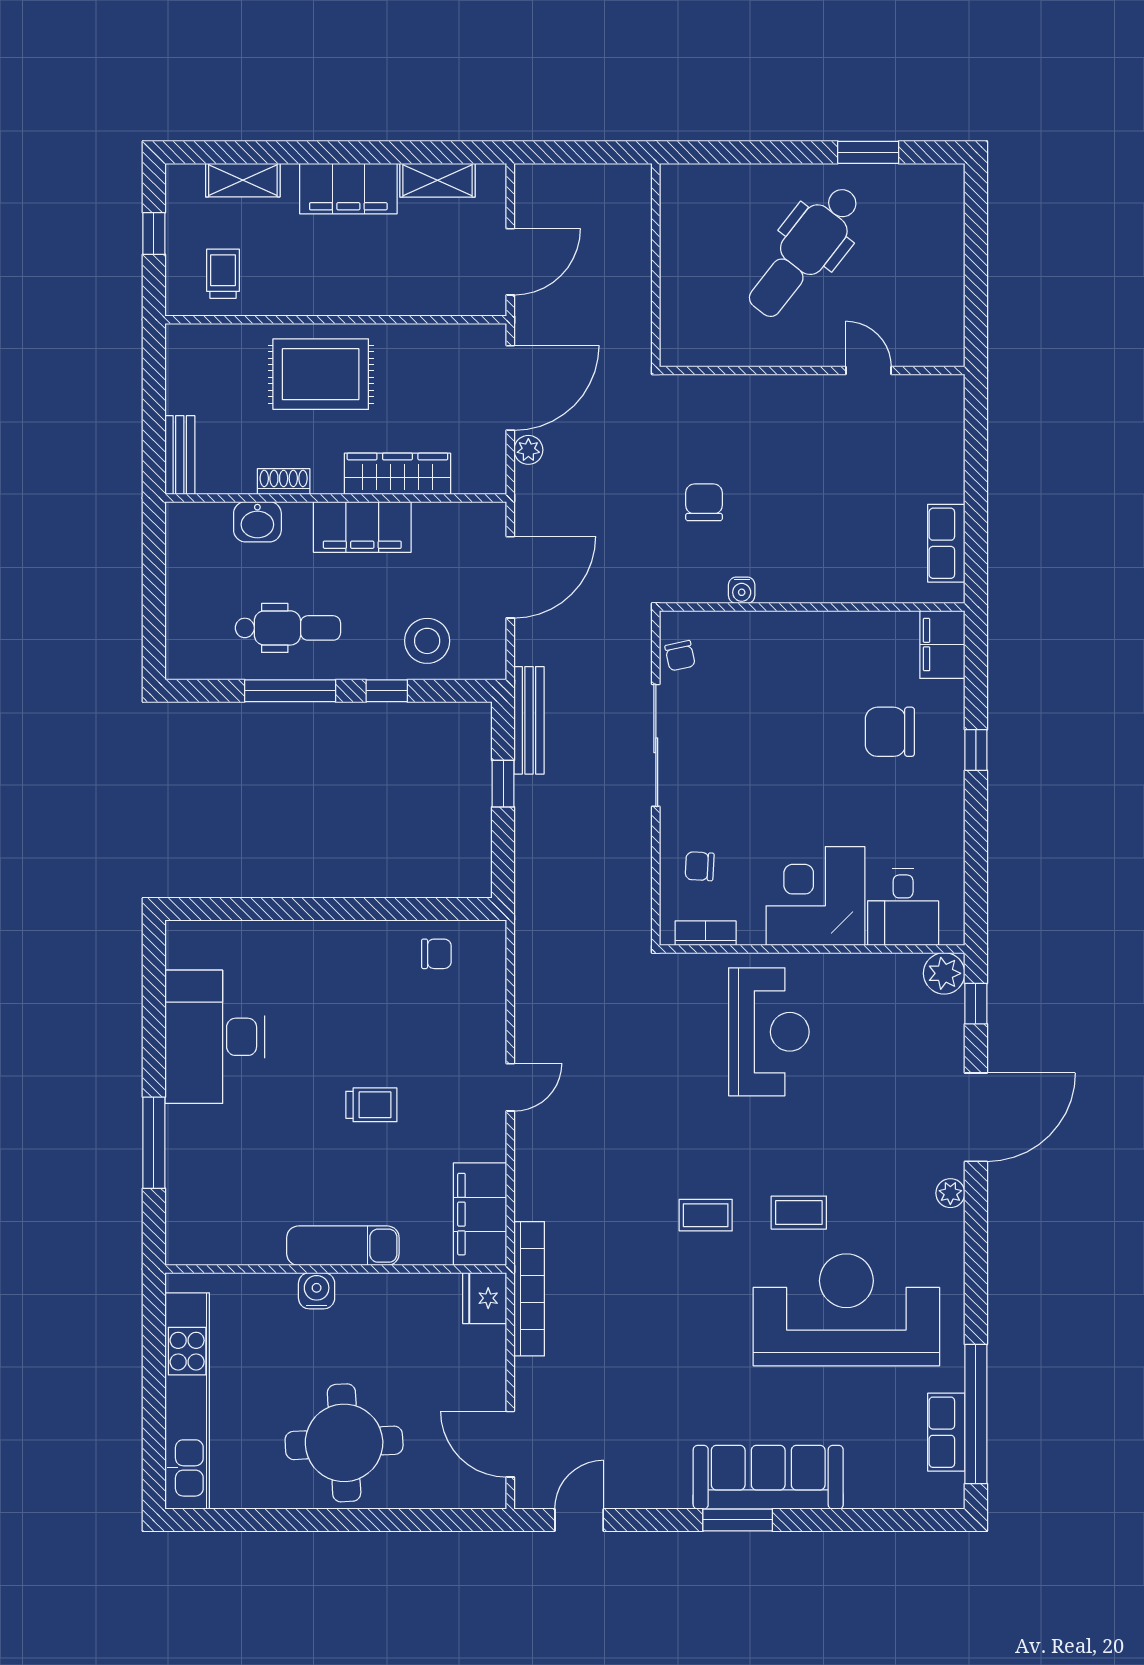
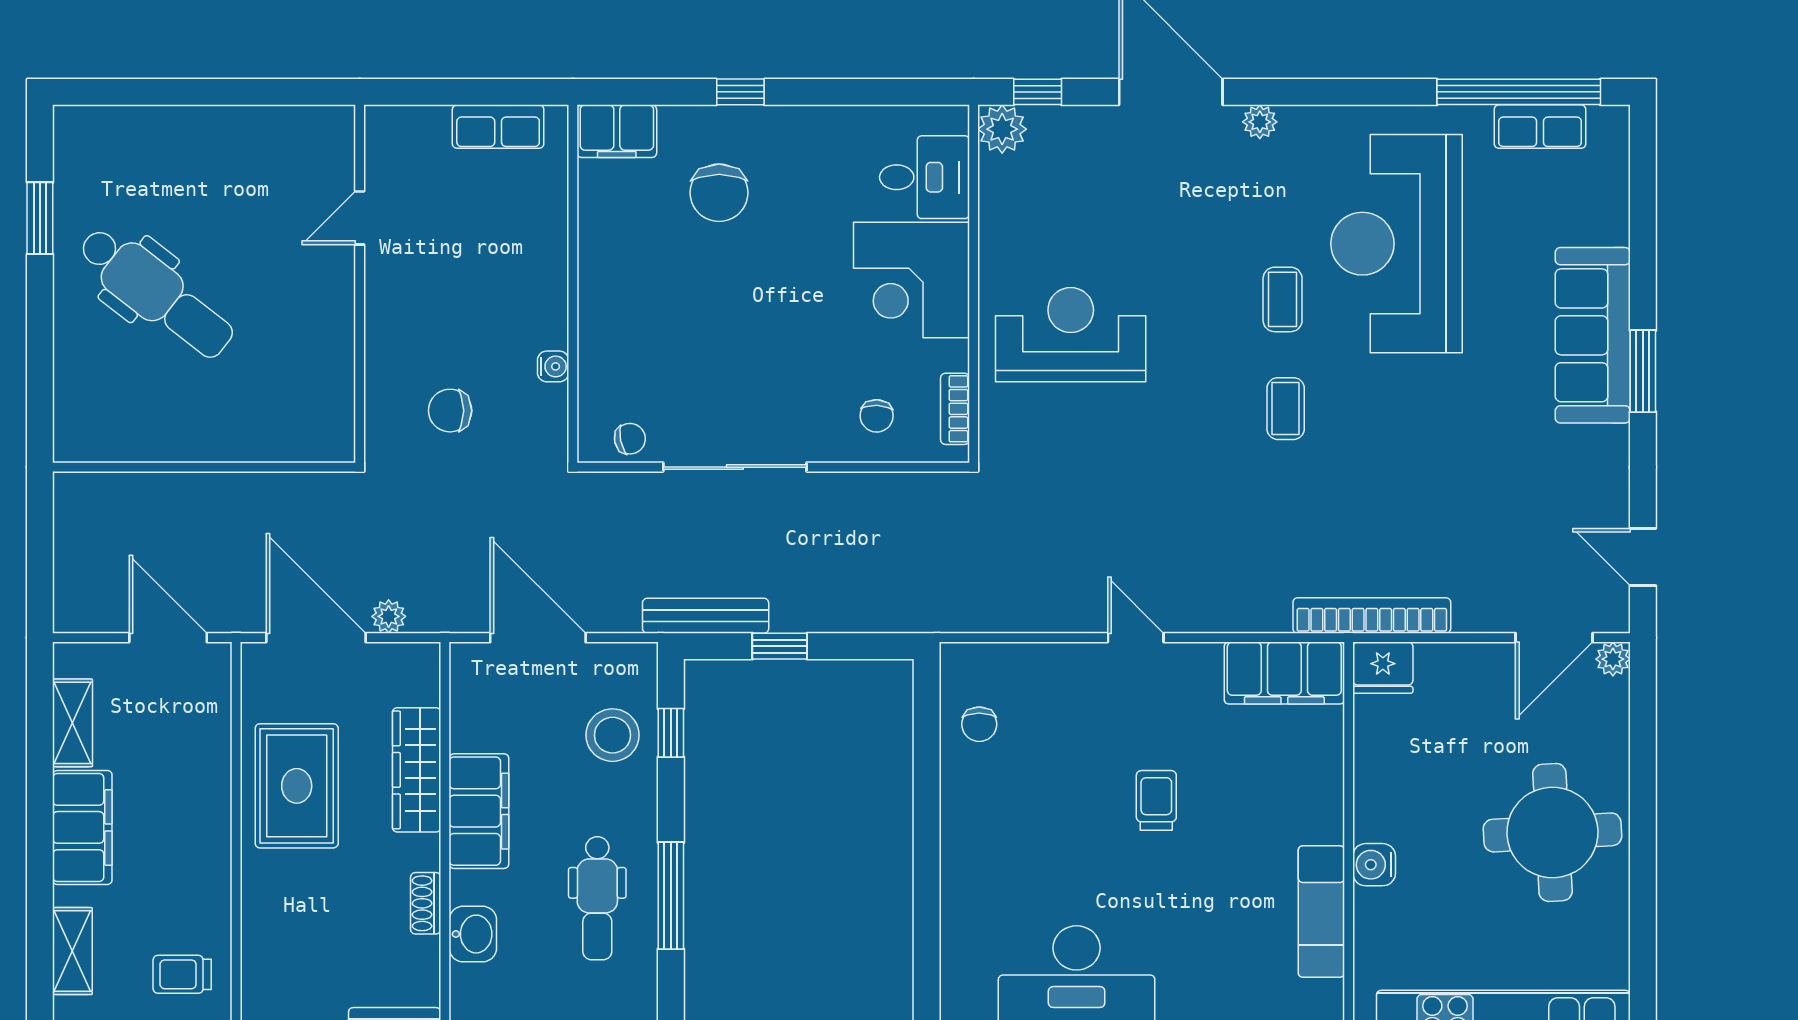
wall: (812, 371) -> (360, 284), moved
door: (868, 371) -> (360, 218), moved
rug: (321, 374) -> (297, 786), moved
dental chair: (288, 628) -> (597, 898), turned 180
window: (387, 691) -> (671, 733), moved
chair: (436, 954) -> (979, 724), turned 180
exam couch: (343, 1246) -> (1321, 912), moved
plant: (492, 1494) -> (1613, 659), added

